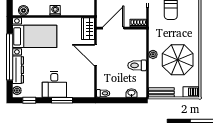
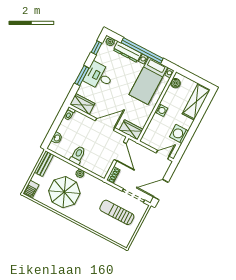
wardrobe: (88, 86) -> (82, 104), added

